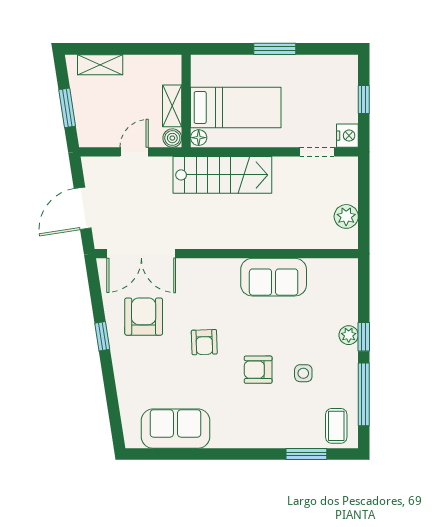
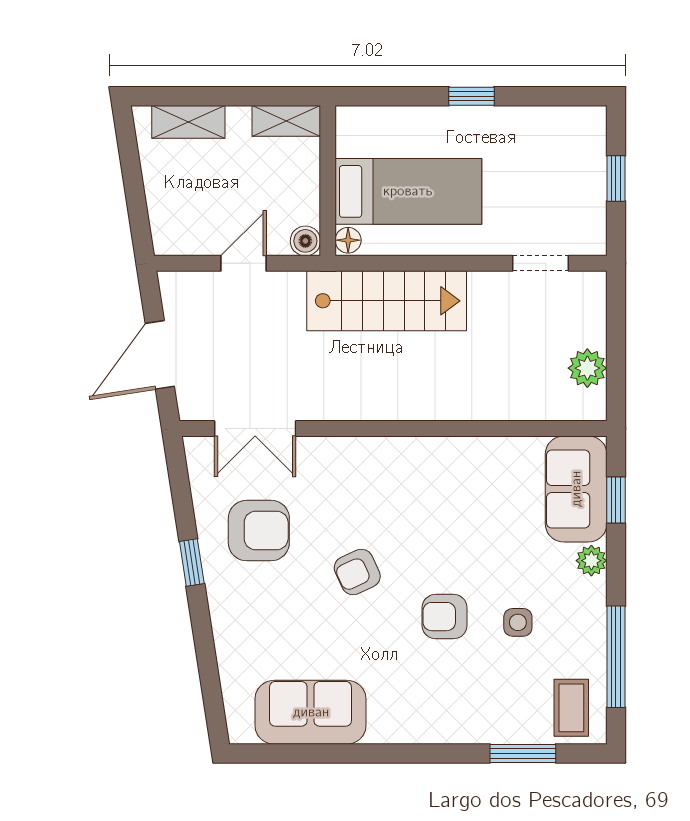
window: (275, 49) -> (472, 96), width x0.67
shelving: (172, 106) -> (286, 121), moved, turned 90
window: (67, 108) -> (135, 192), removed
nightstand: (347, 136) -> (589, 237), removed
double door: (141, 254) -> (255, 429), width x0.73
sofa: (274, 277) -> (576, 489), moved, turned 90
armchair: (144, 317) -> (259, 531), turned 90
window: (364, 337) -> (616, 500), moved
armchair: (204, 342) -> (357, 572), turned 67

